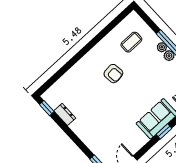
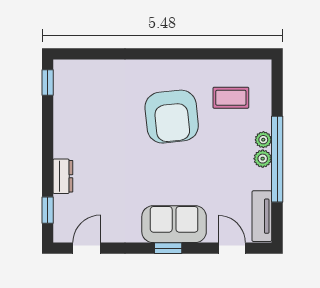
armchair: (113, 74) -> (172, 117), width x1.88, depth x1.88
dresser: (65, 114) -> (63, 176), moved

